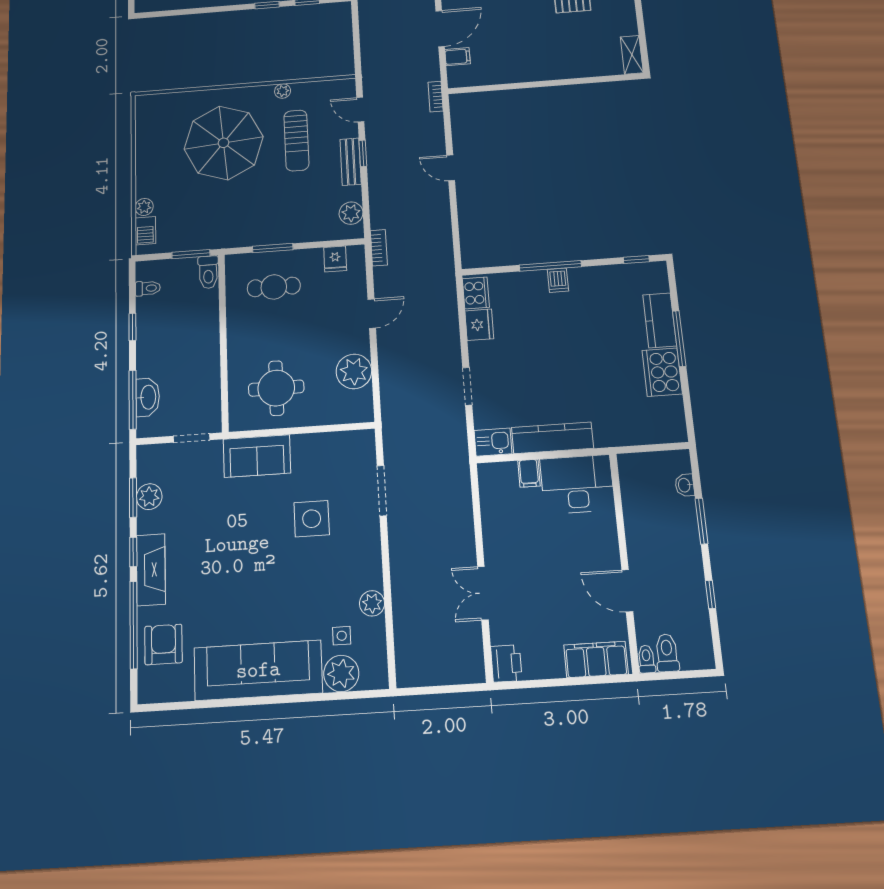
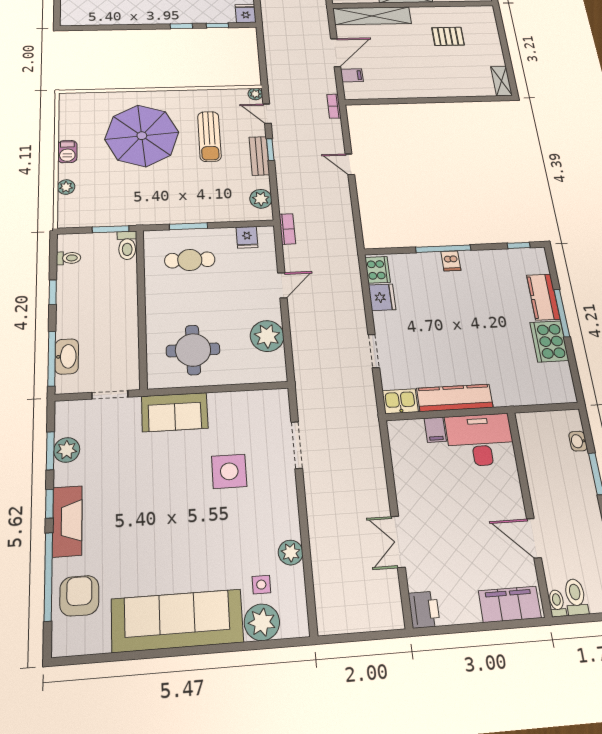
plant: (283, 91) -> (255, 94), moved
barbecue: (145, 231) -> (67, 152), moved

